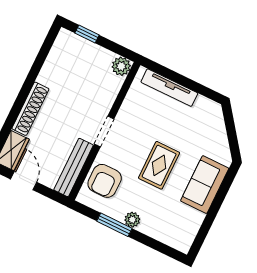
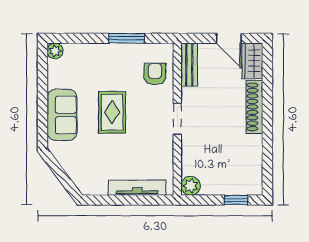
bench: (74, 167) -> (189, 65), width x0.73
armchair: (105, 181) -> (155, 74), width x0.72, depth x0.72
plant: (132, 220) -> (55, 51), moved

